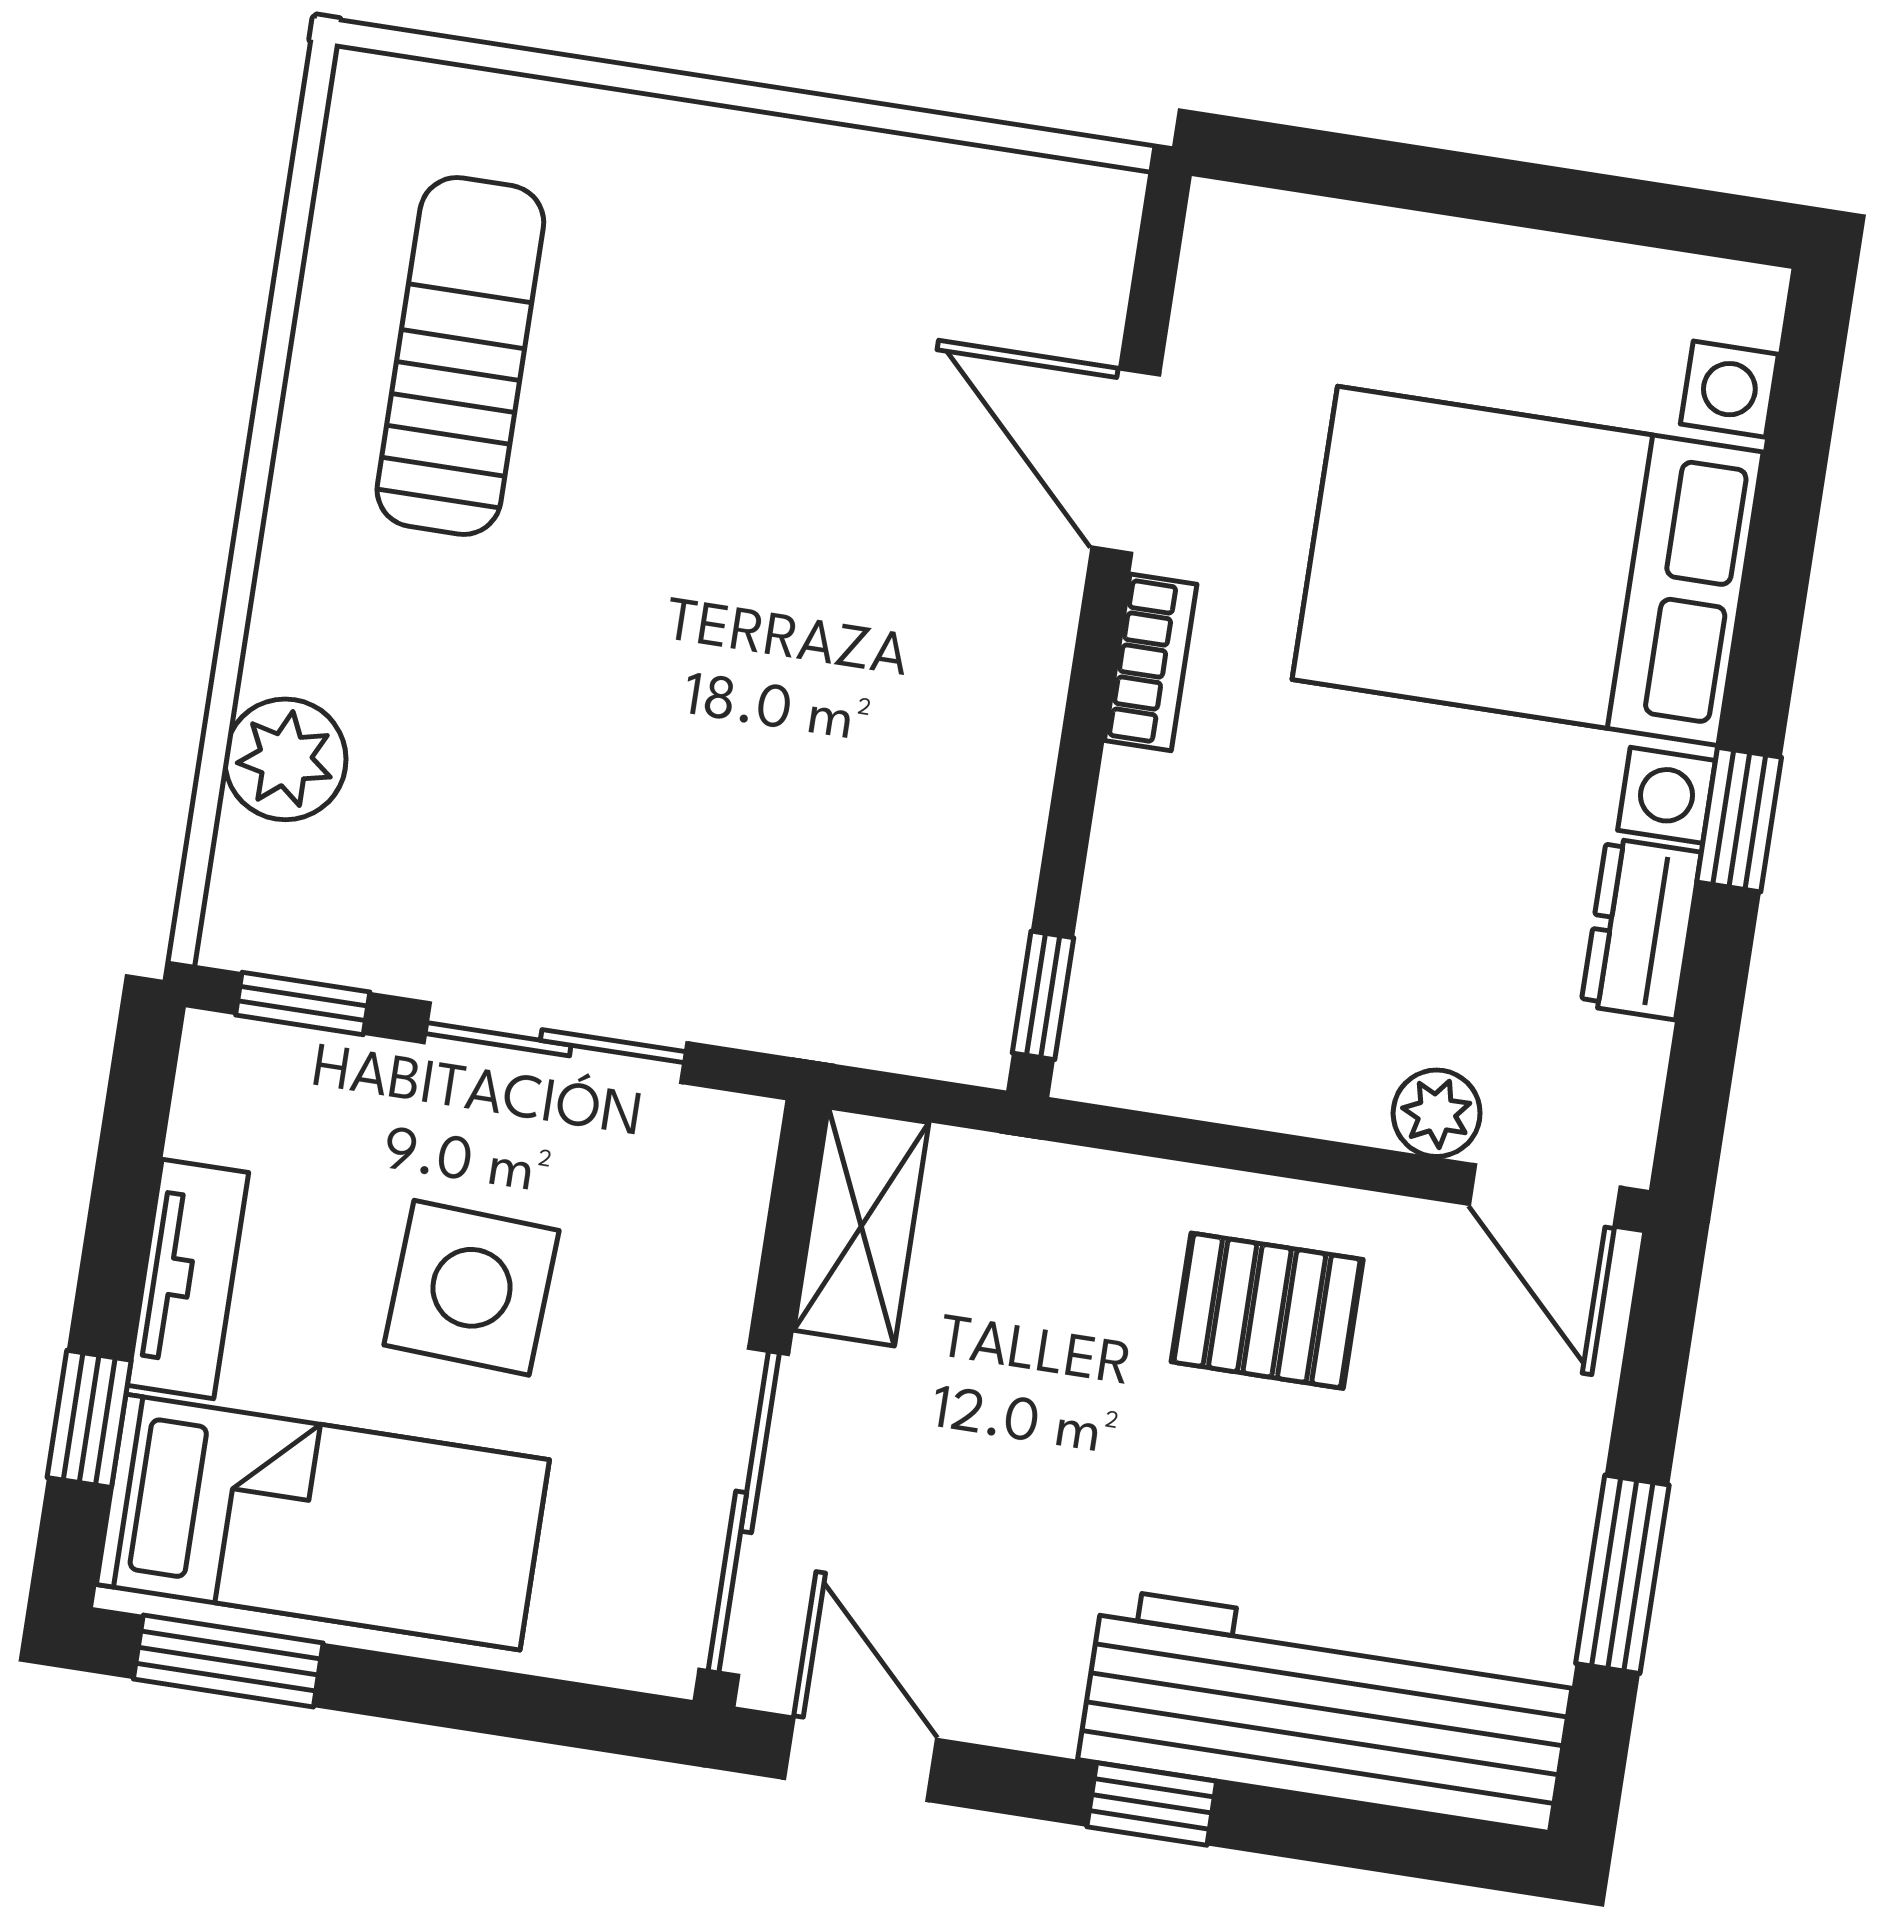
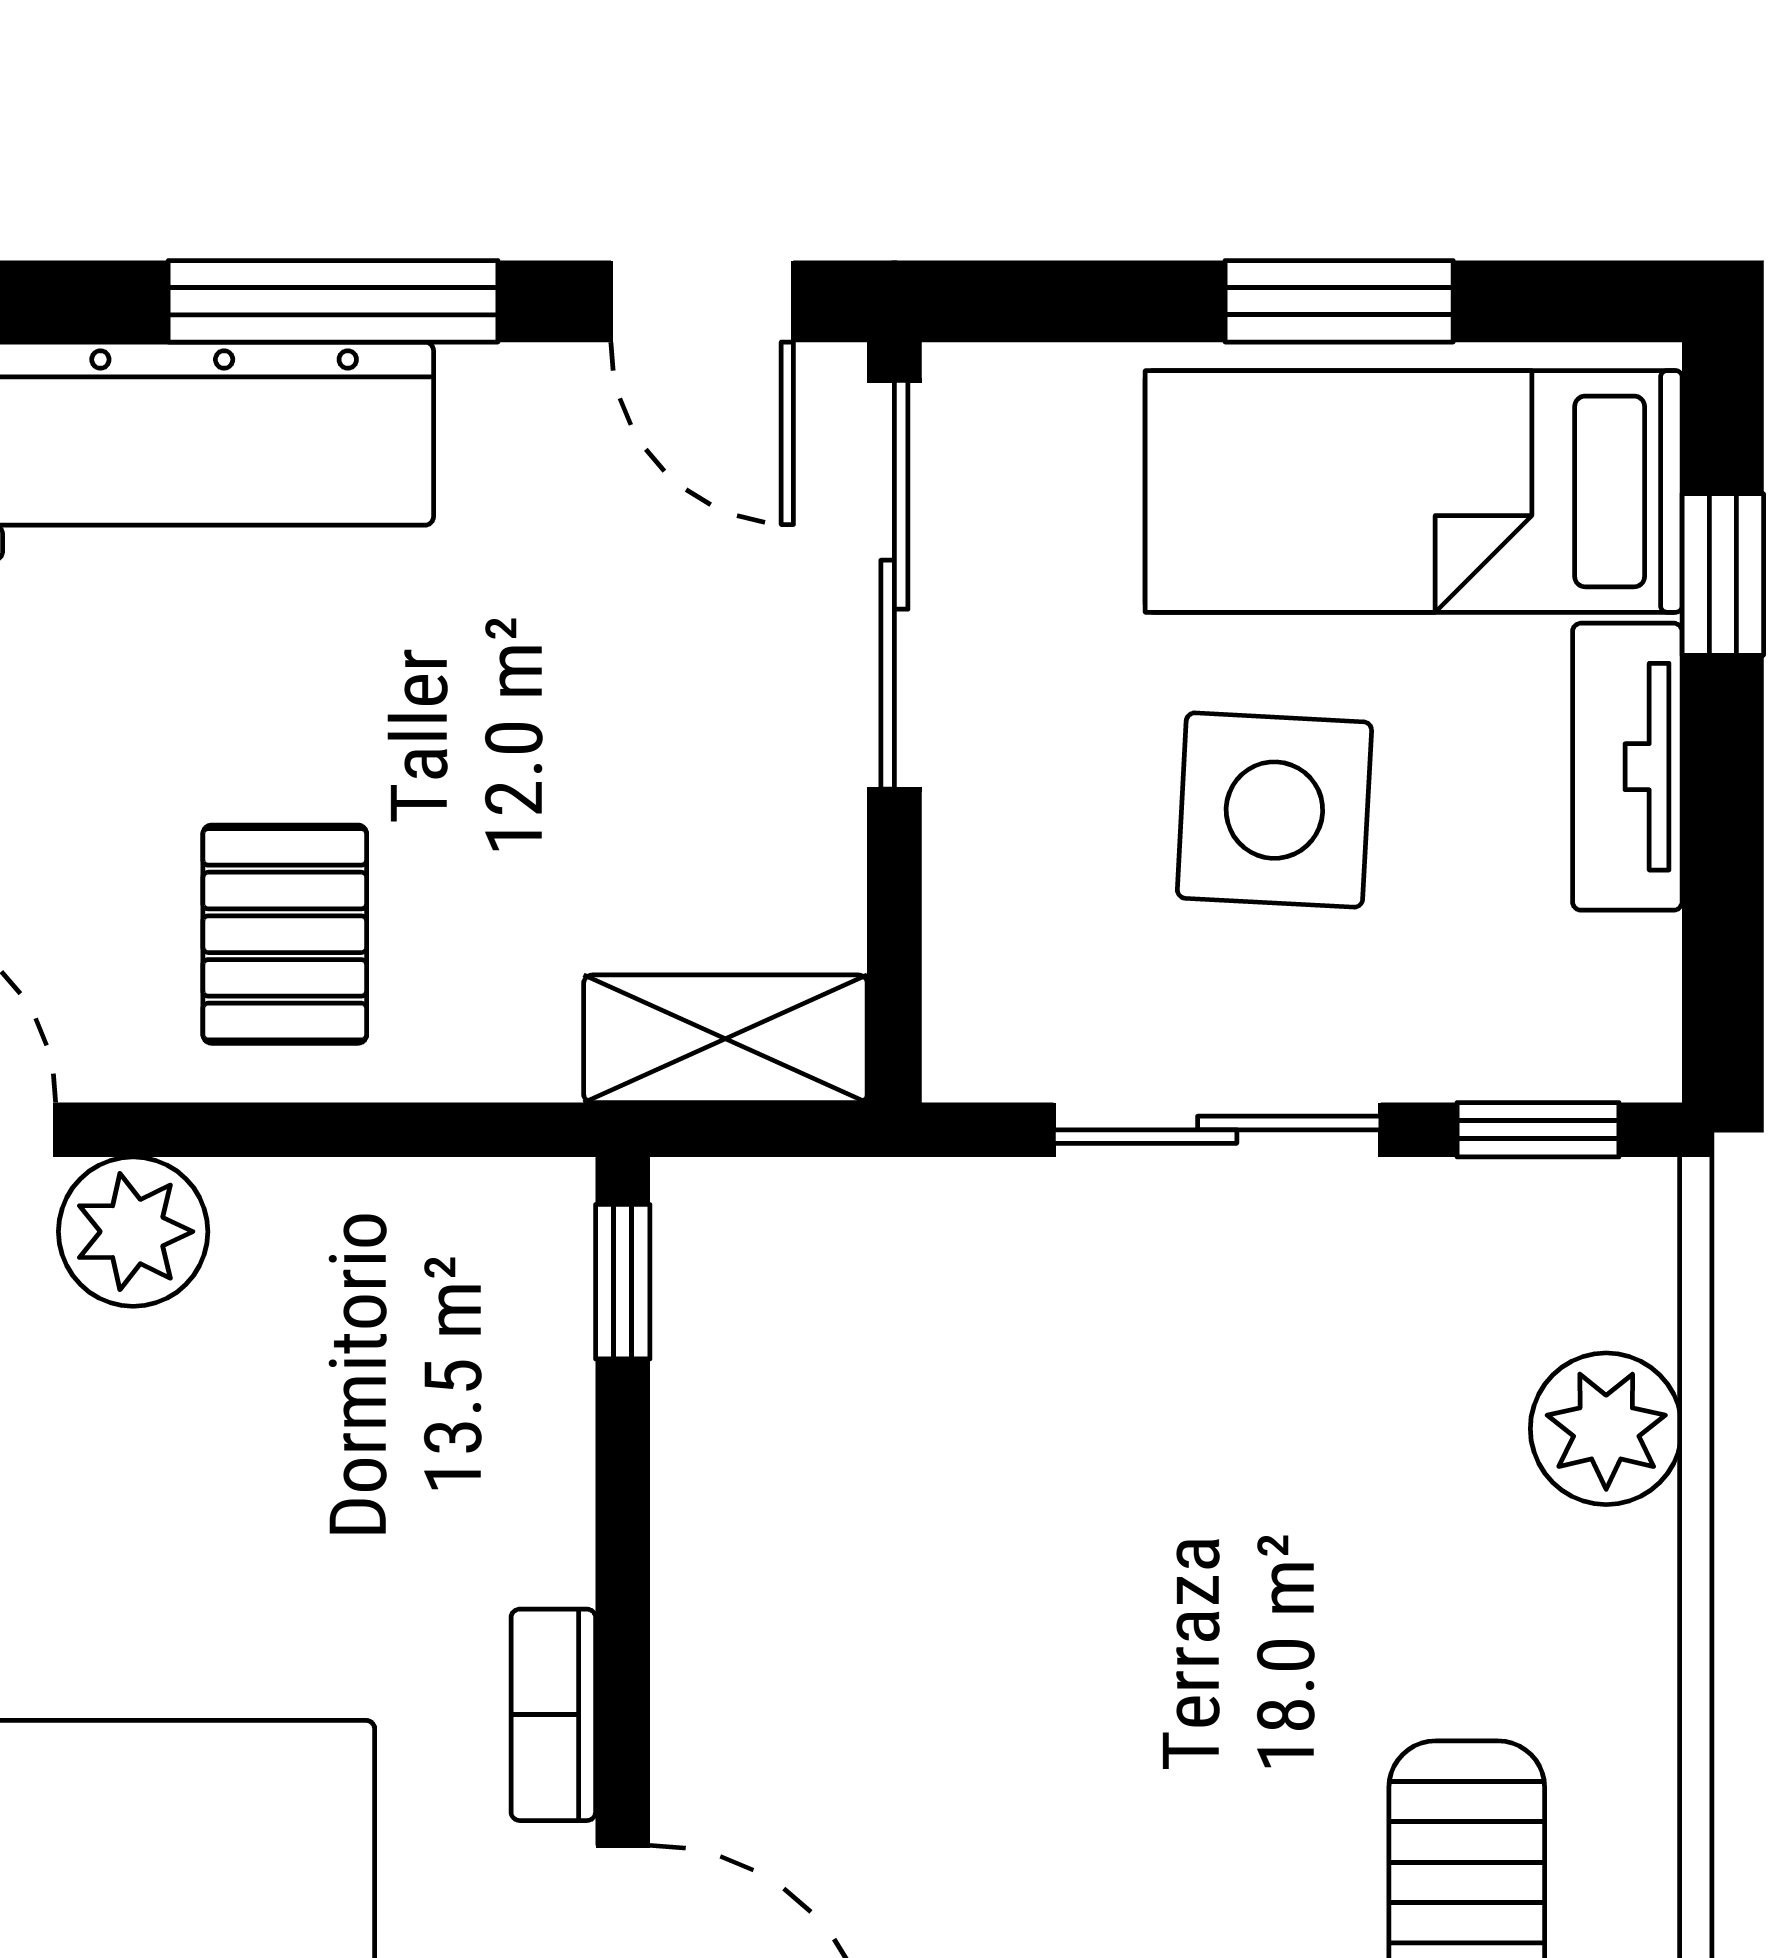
plant: (1437, 1113) -> (133, 1232), width x1.38, depth x1.38
shelving: (861, 1226) -> (725, 1039), moved, turned 90
pallet: (1267, 1311) -> (285, 934), turned 90
window: (228, 1661) -> (1339, 301), moved
window: (1152, 1804) -> (333, 301), width x2.17

